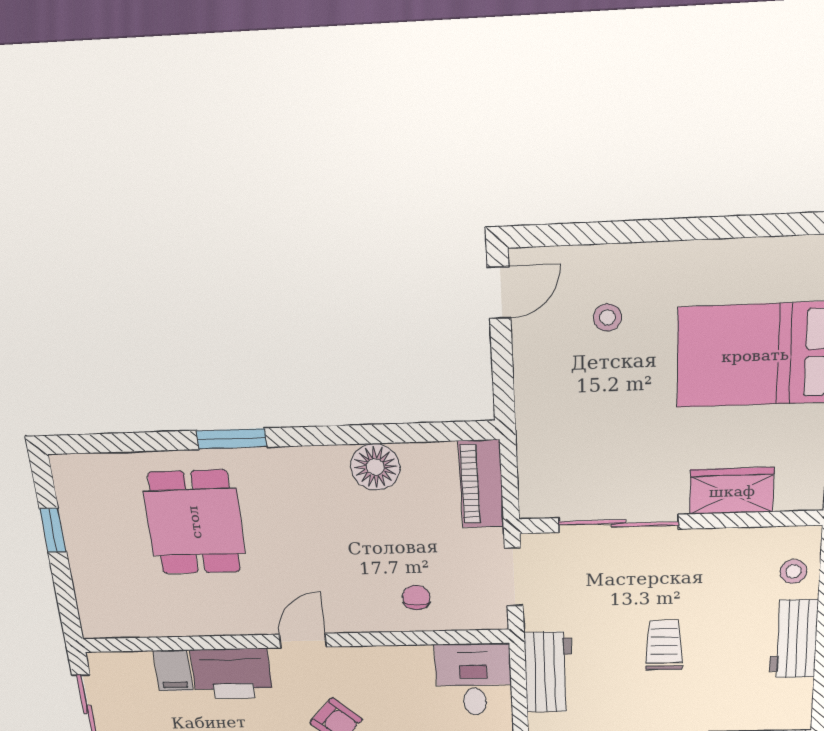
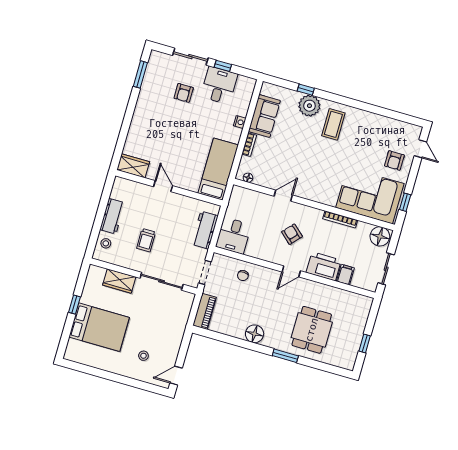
floor lamp: (375, 467) -> (255, 334), moved
trolley: (664, 645) -> (146, 240), moved

